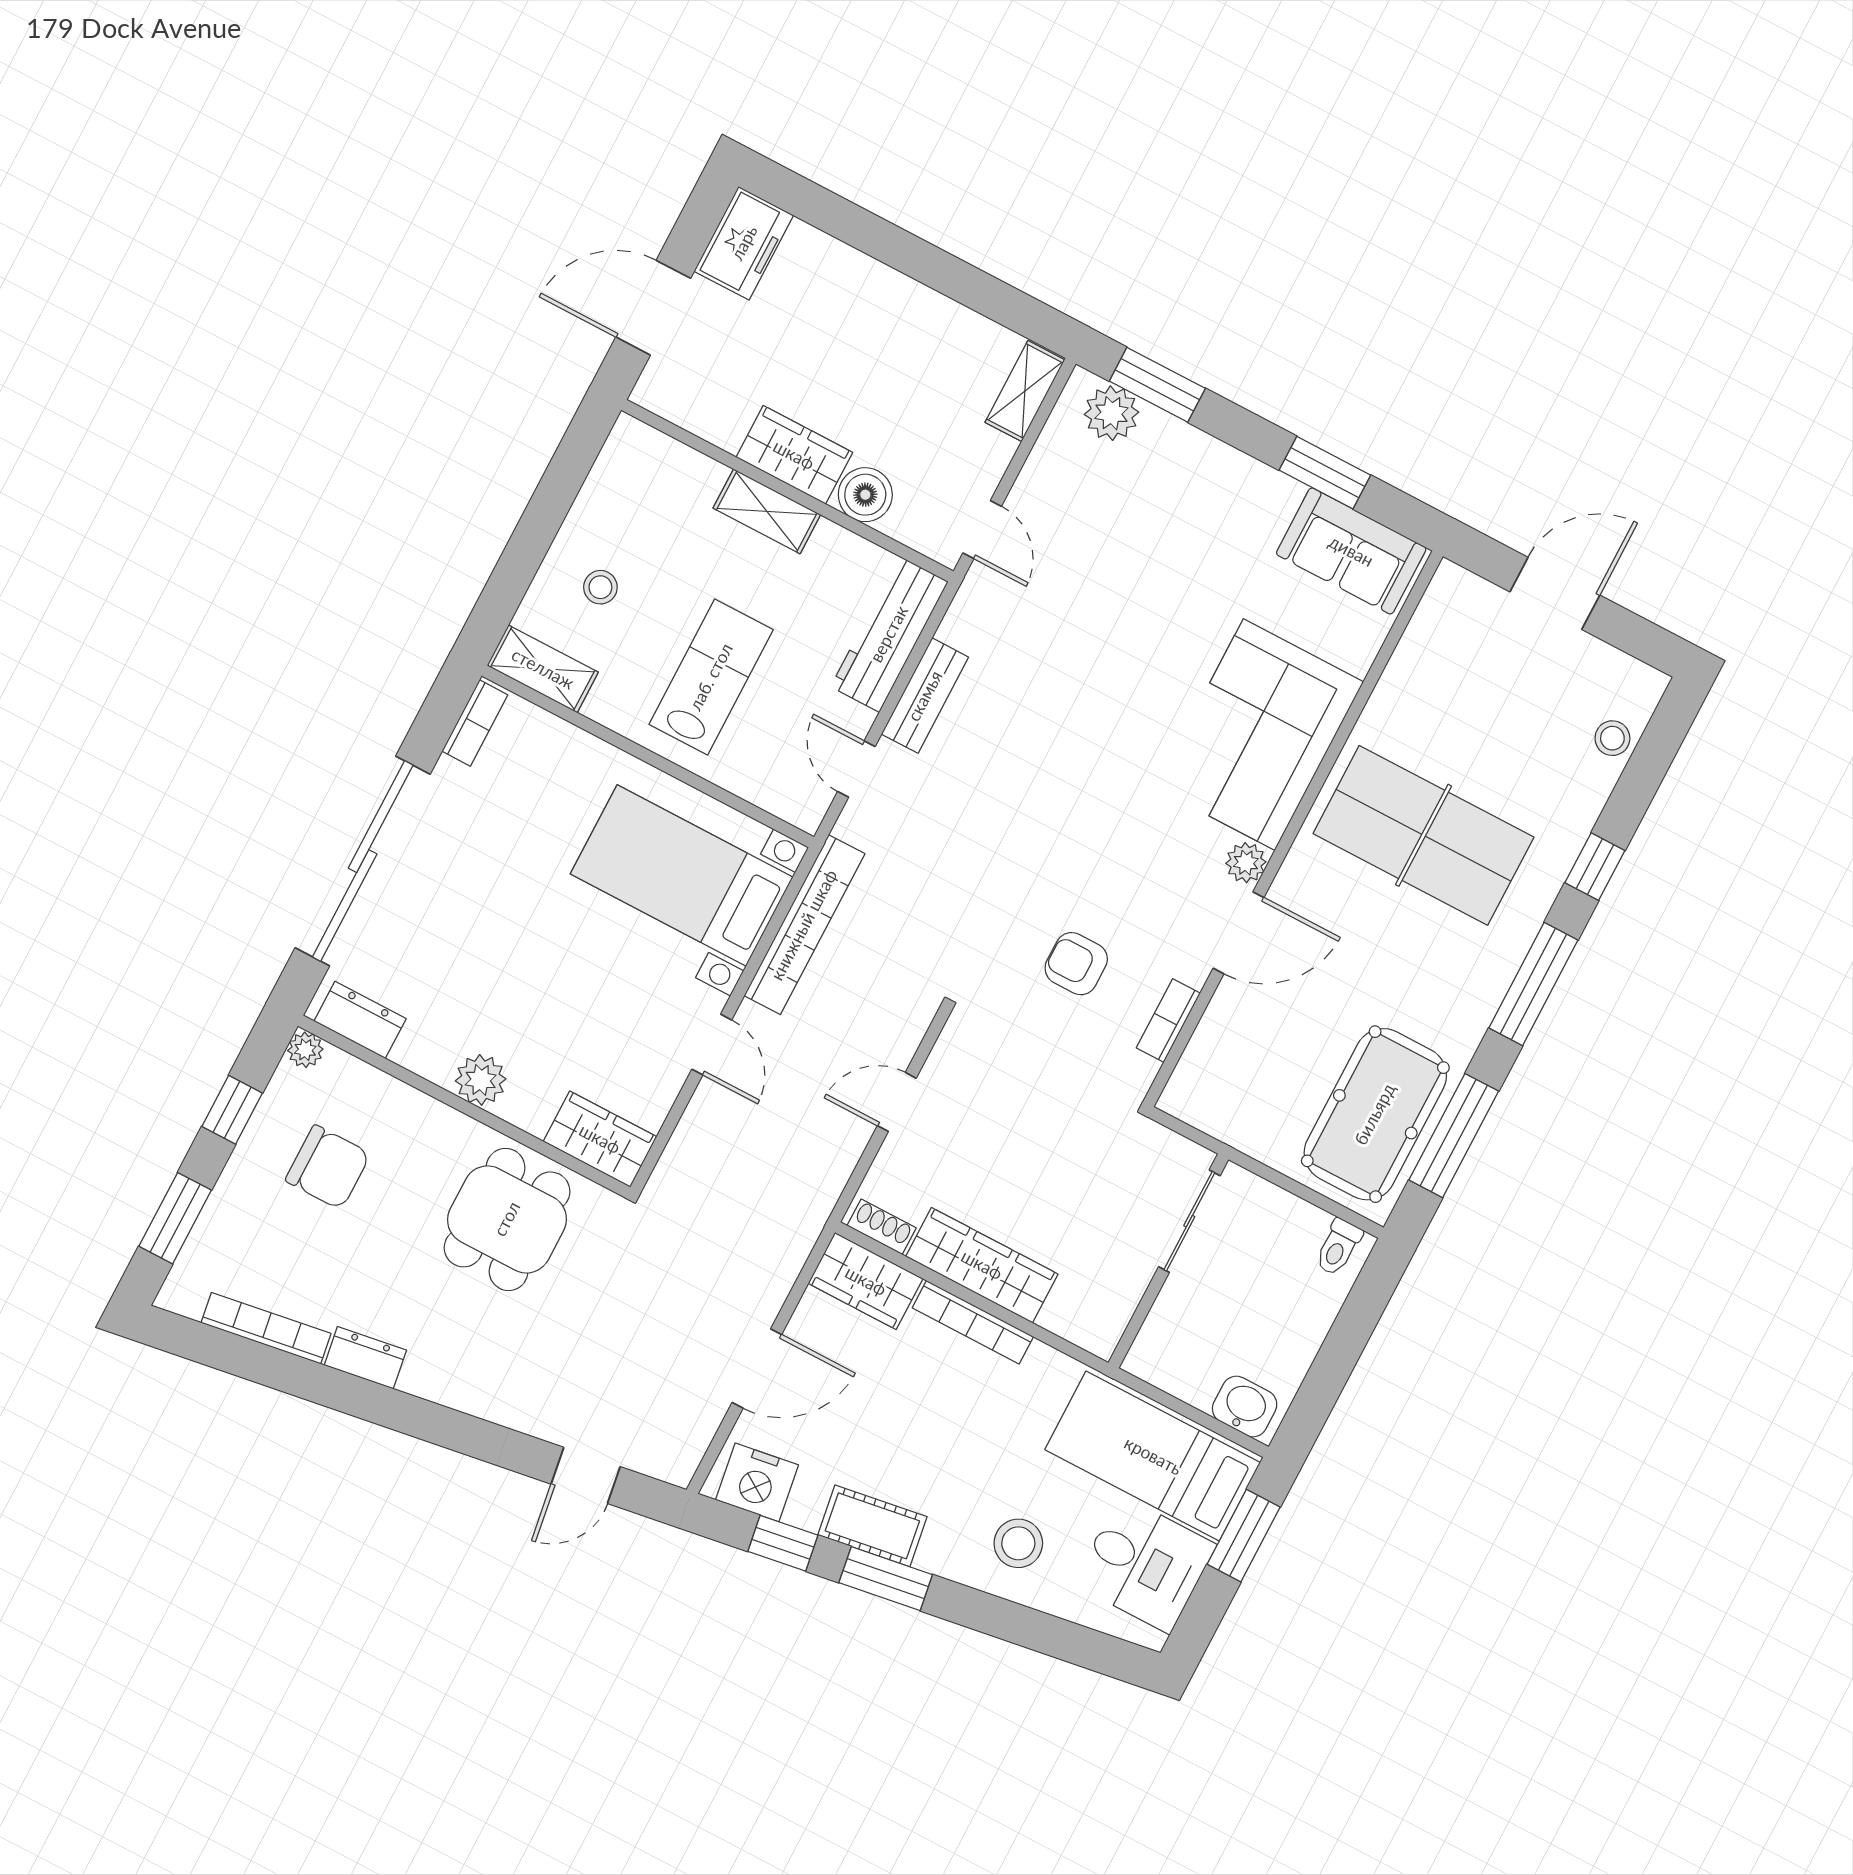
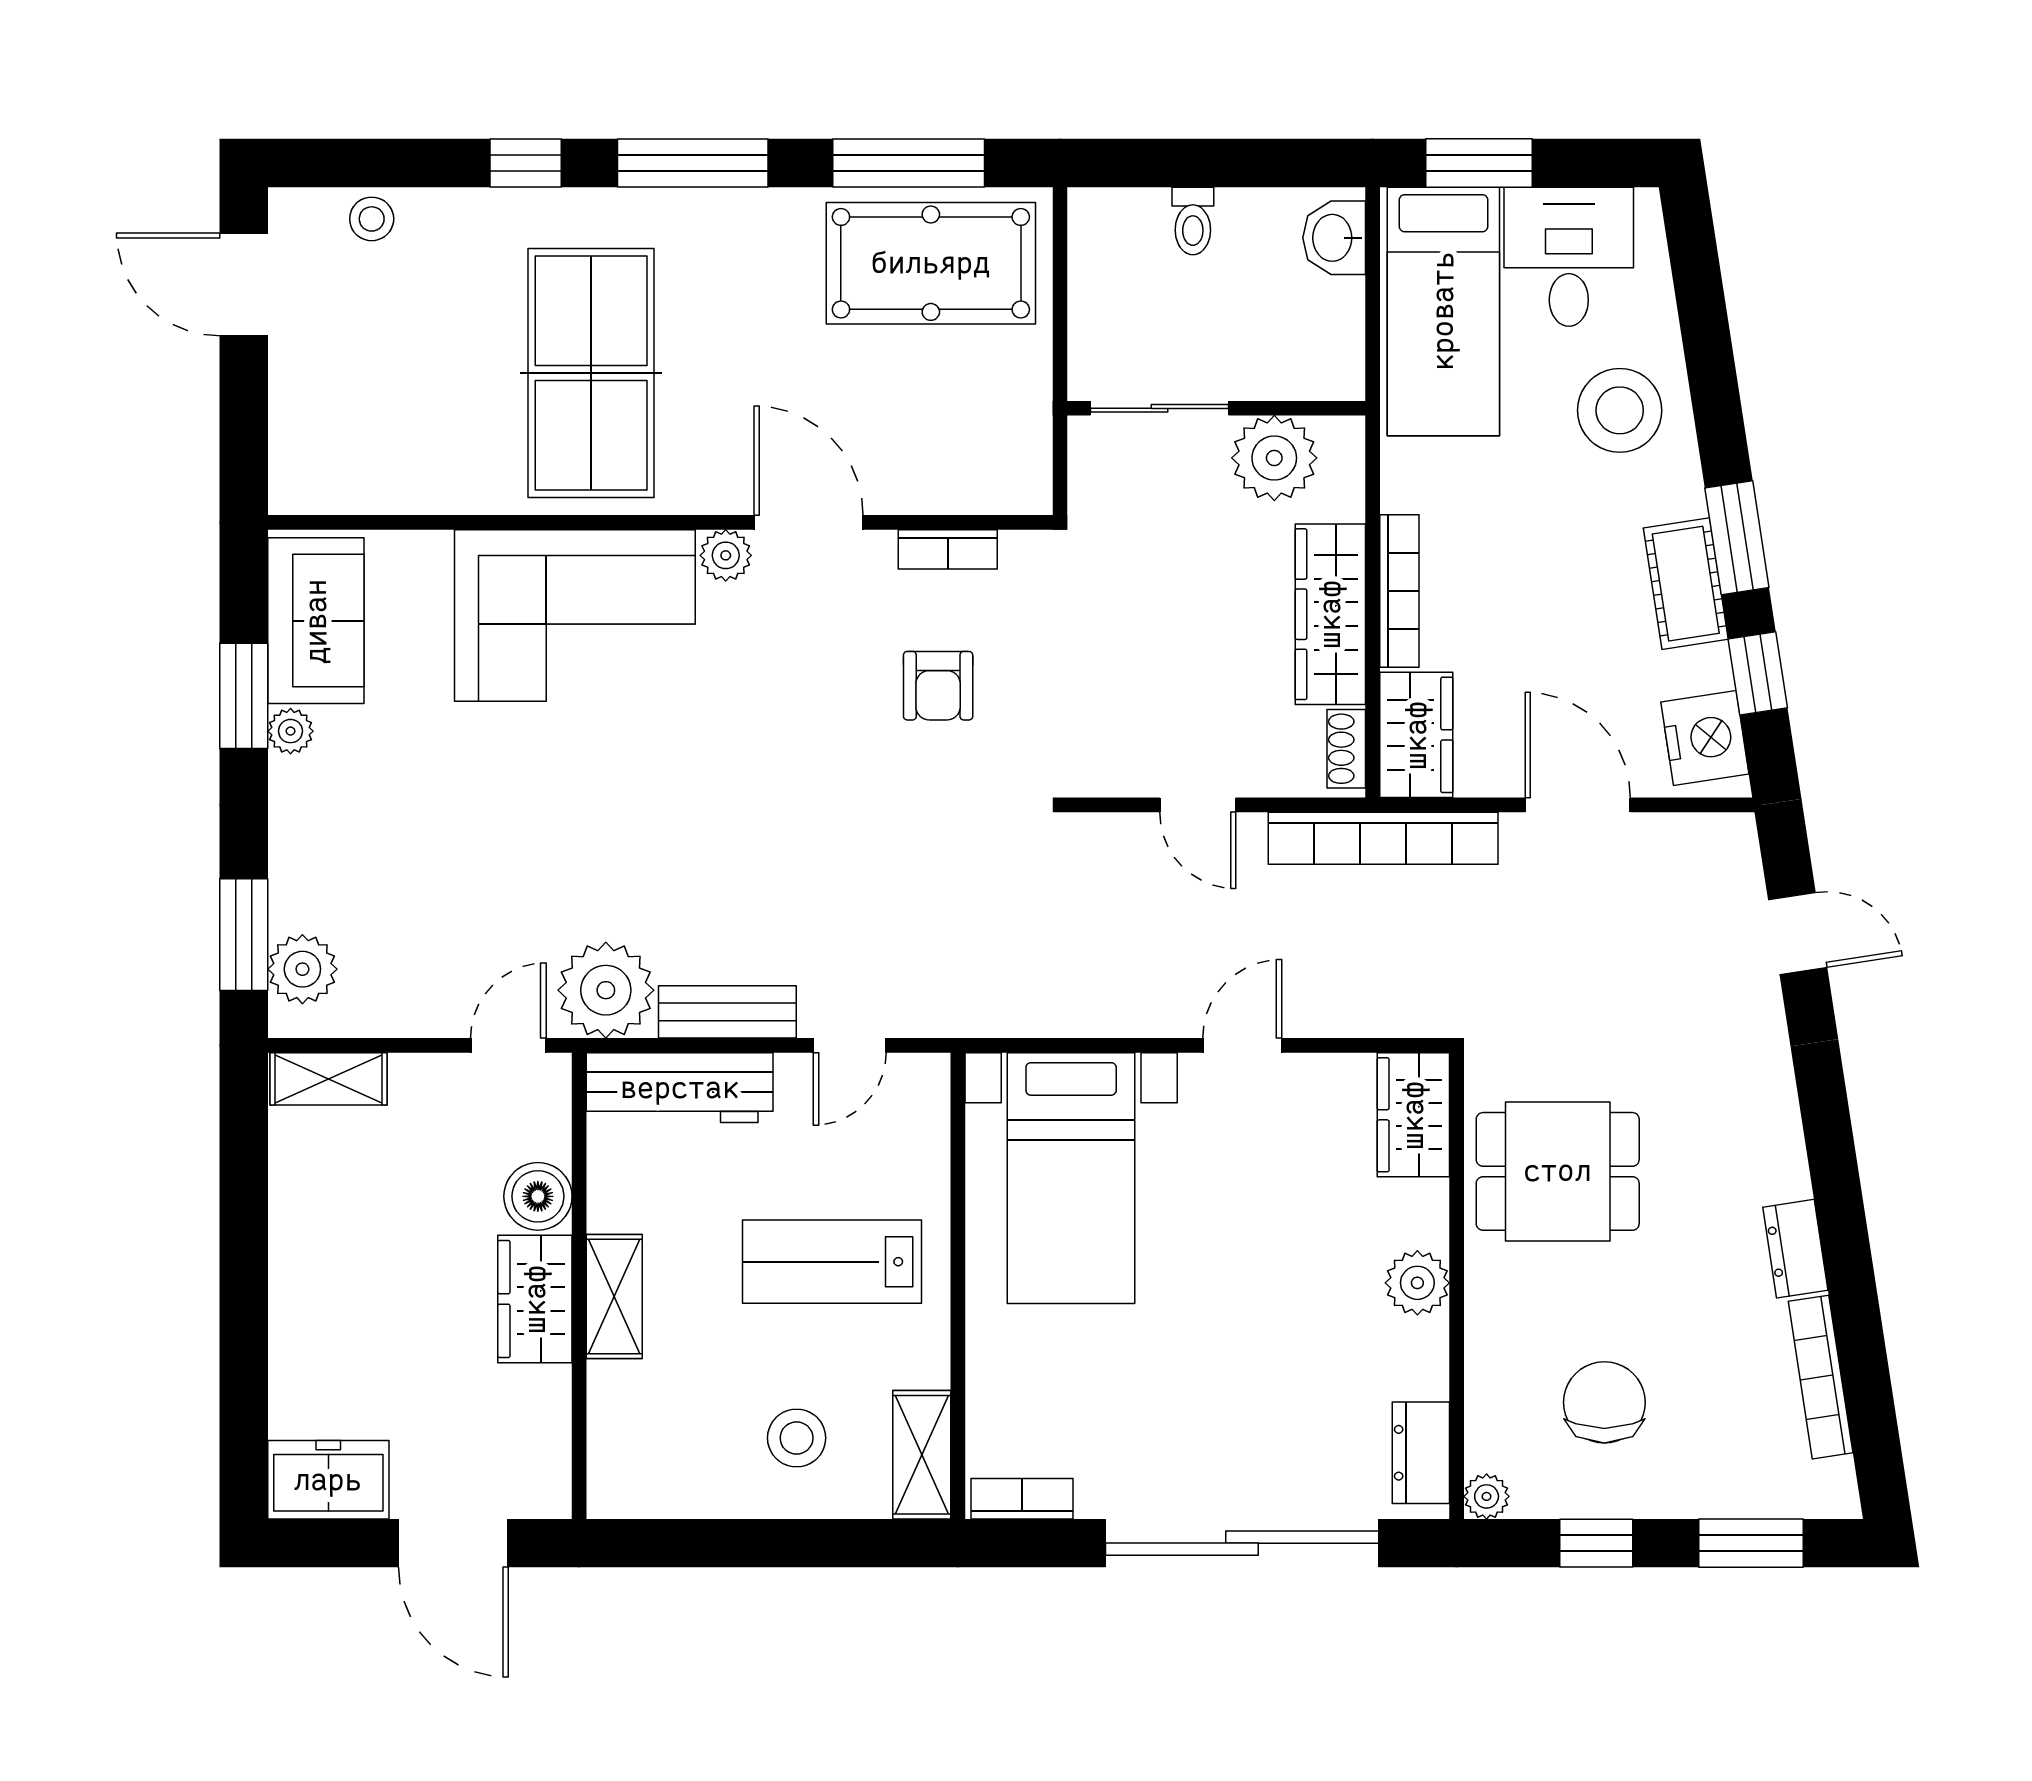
plant: (1283, 492) -> (291, 731), added
stool: (600, 587) -> (797, 1438), width x1.37, depth x1.37
door: (1555, 593) -> (244, 284), moved
plant: (985, 618) -> (606, 990), added
bookcase: (804, 925) -> (1383, 838), moved, turned 180
toilet: (1338, 1247) -> (1193, 221), moved, turned 90
plant: (1112, 1283) -> (1274, 458), added
stool: (1018, 1543) -> (1620, 410), width x1.38, depth x1.38

